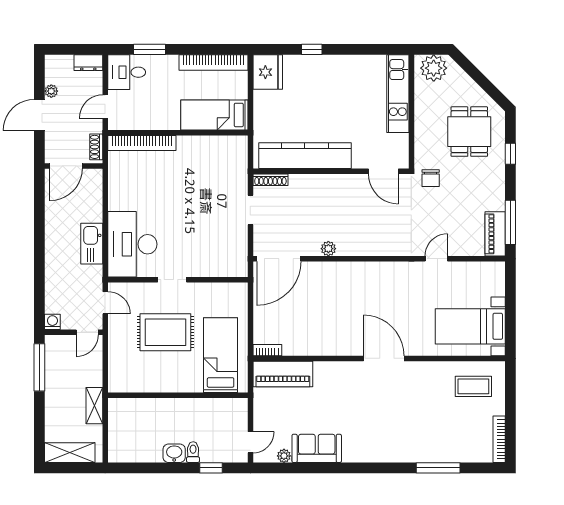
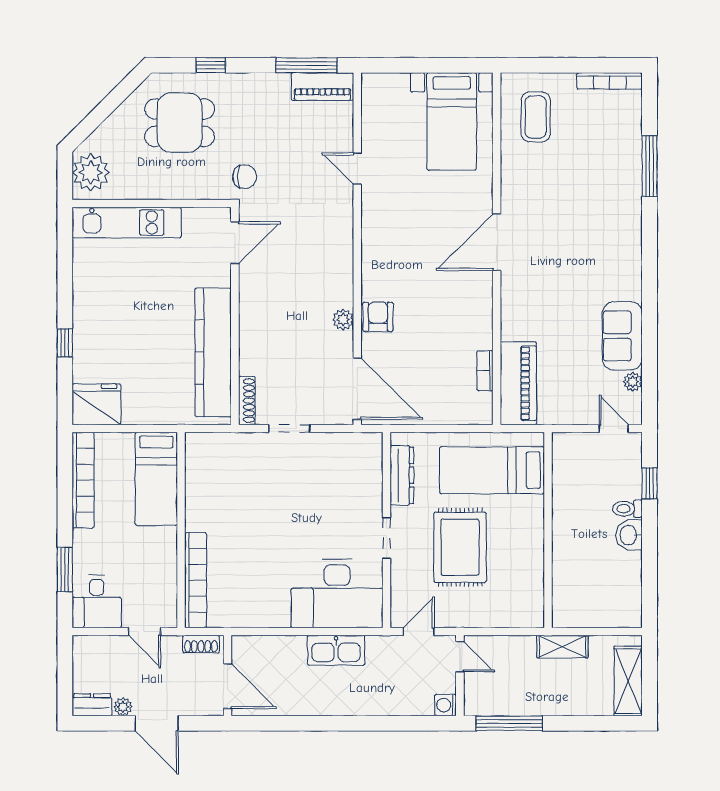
dresser: (88, 63) -> (92, 705), moved, turned -90
armchair: (330, 274) -> (378, 317), added
dresser: (217, 291) -> (402, 475), added
bookcase: (267, 350) -> (485, 371), moved

